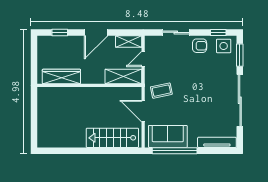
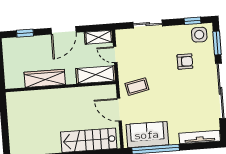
armchair: (200, 46) -> (185, 61), moved
door: (143, 59) -> (115, 55), hinge flipped
wardrobe: (61, 76) -> (45, 78), moved

